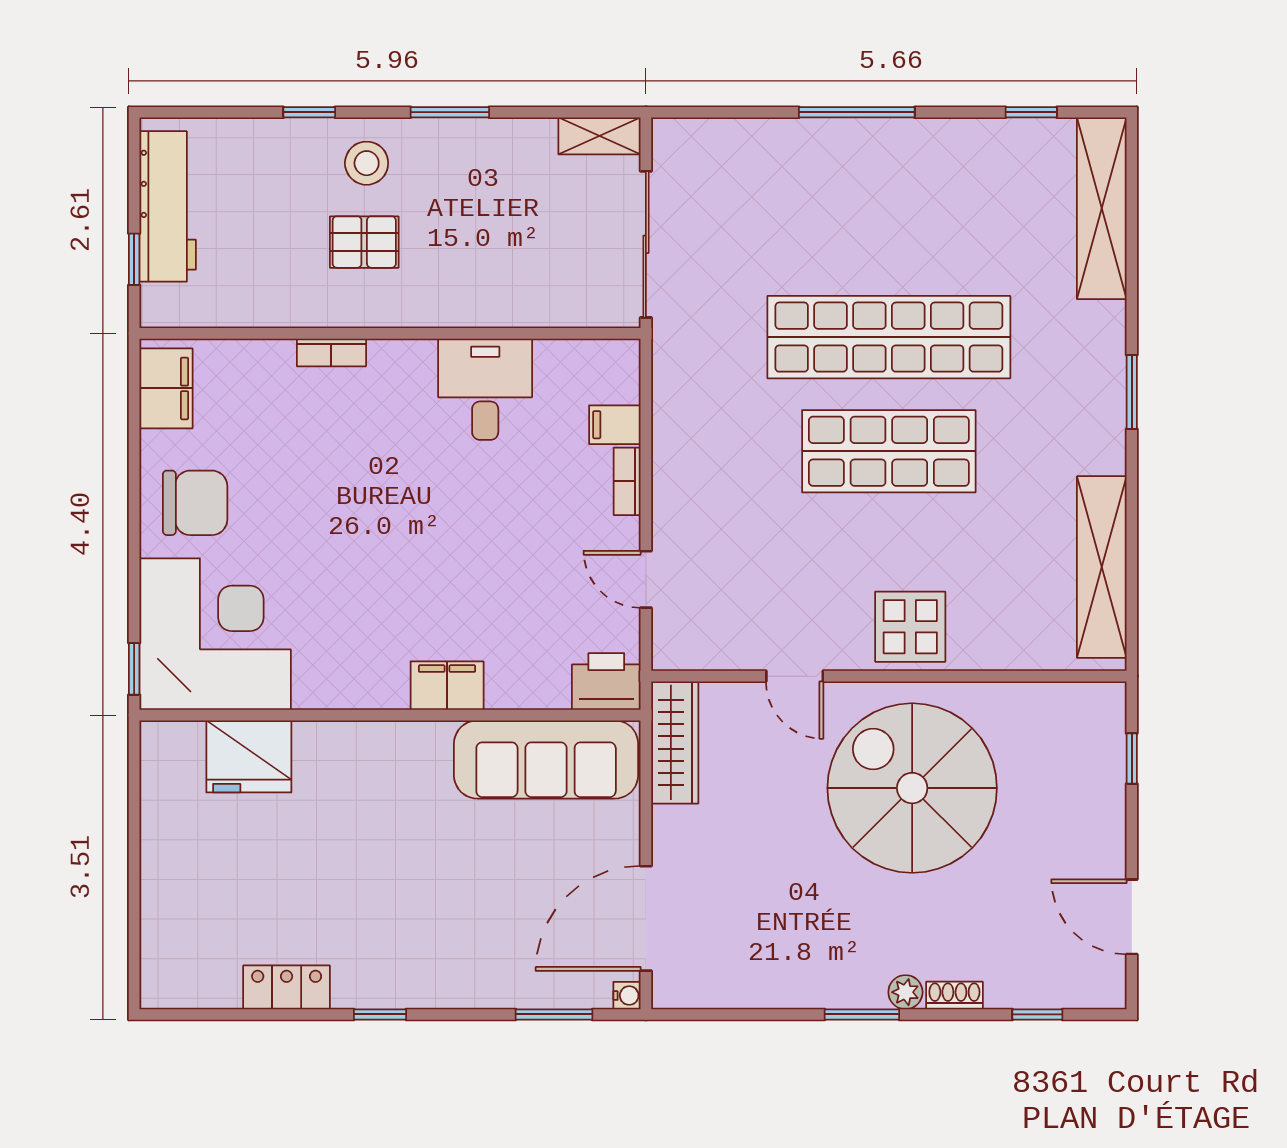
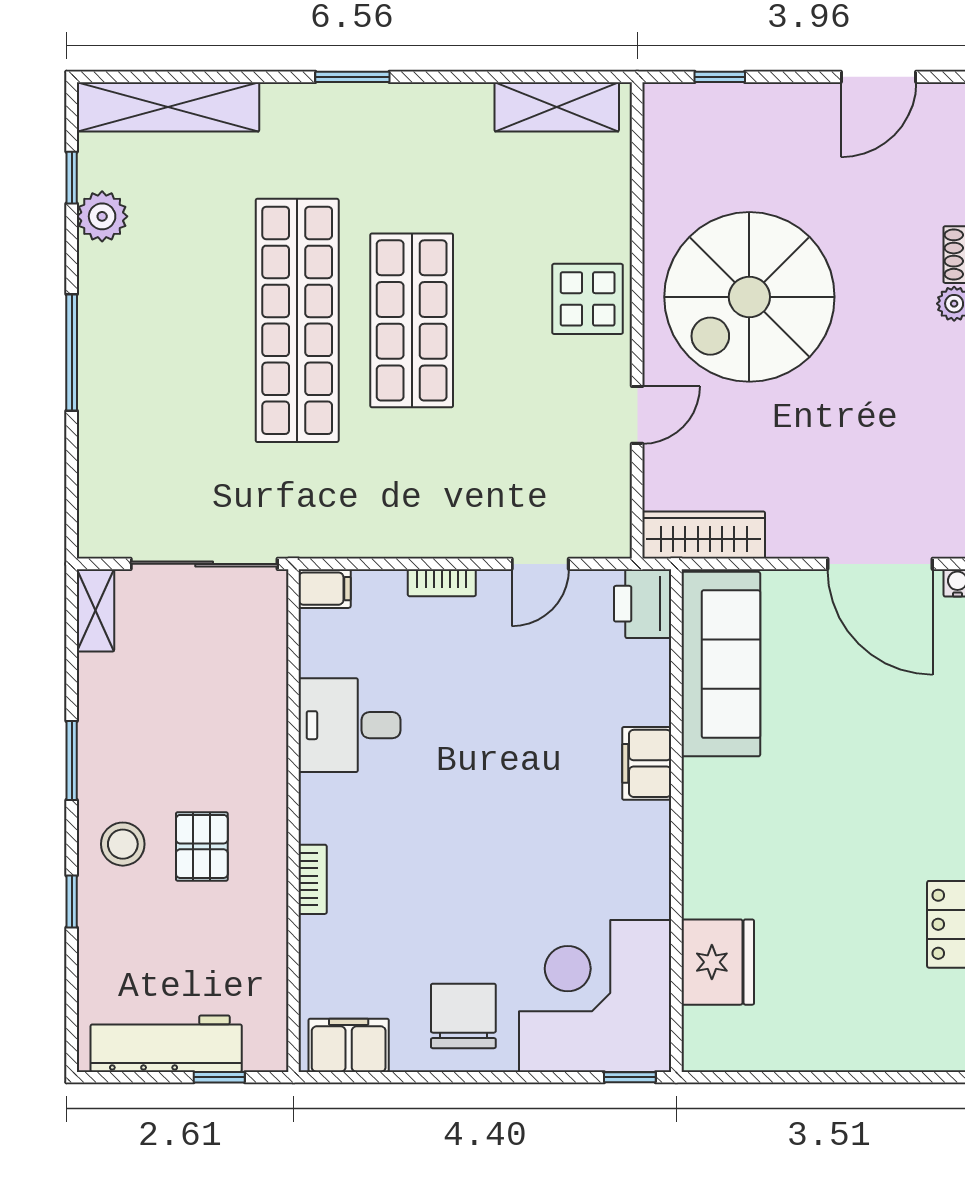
plant: (993, 143) -> (102, 216), added
filing cabinet: (615, 425) -> (325, 589), moved, turned -90
shelving: (1102, 567) -> (557, 107), width x0.68

